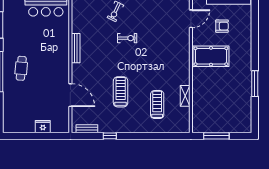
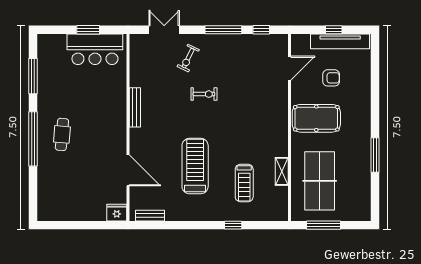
treadmill: (121, 92) -> (195, 166), width x1.37, depth x1.38
table tennis table: (213, 103) -> (320, 181), added
treadmill: (157, 105) -> (244, 183), turned 180
fridge: (43, 127) -> (117, 213), moved
window: (110, 136) -> (233, 225), moved

